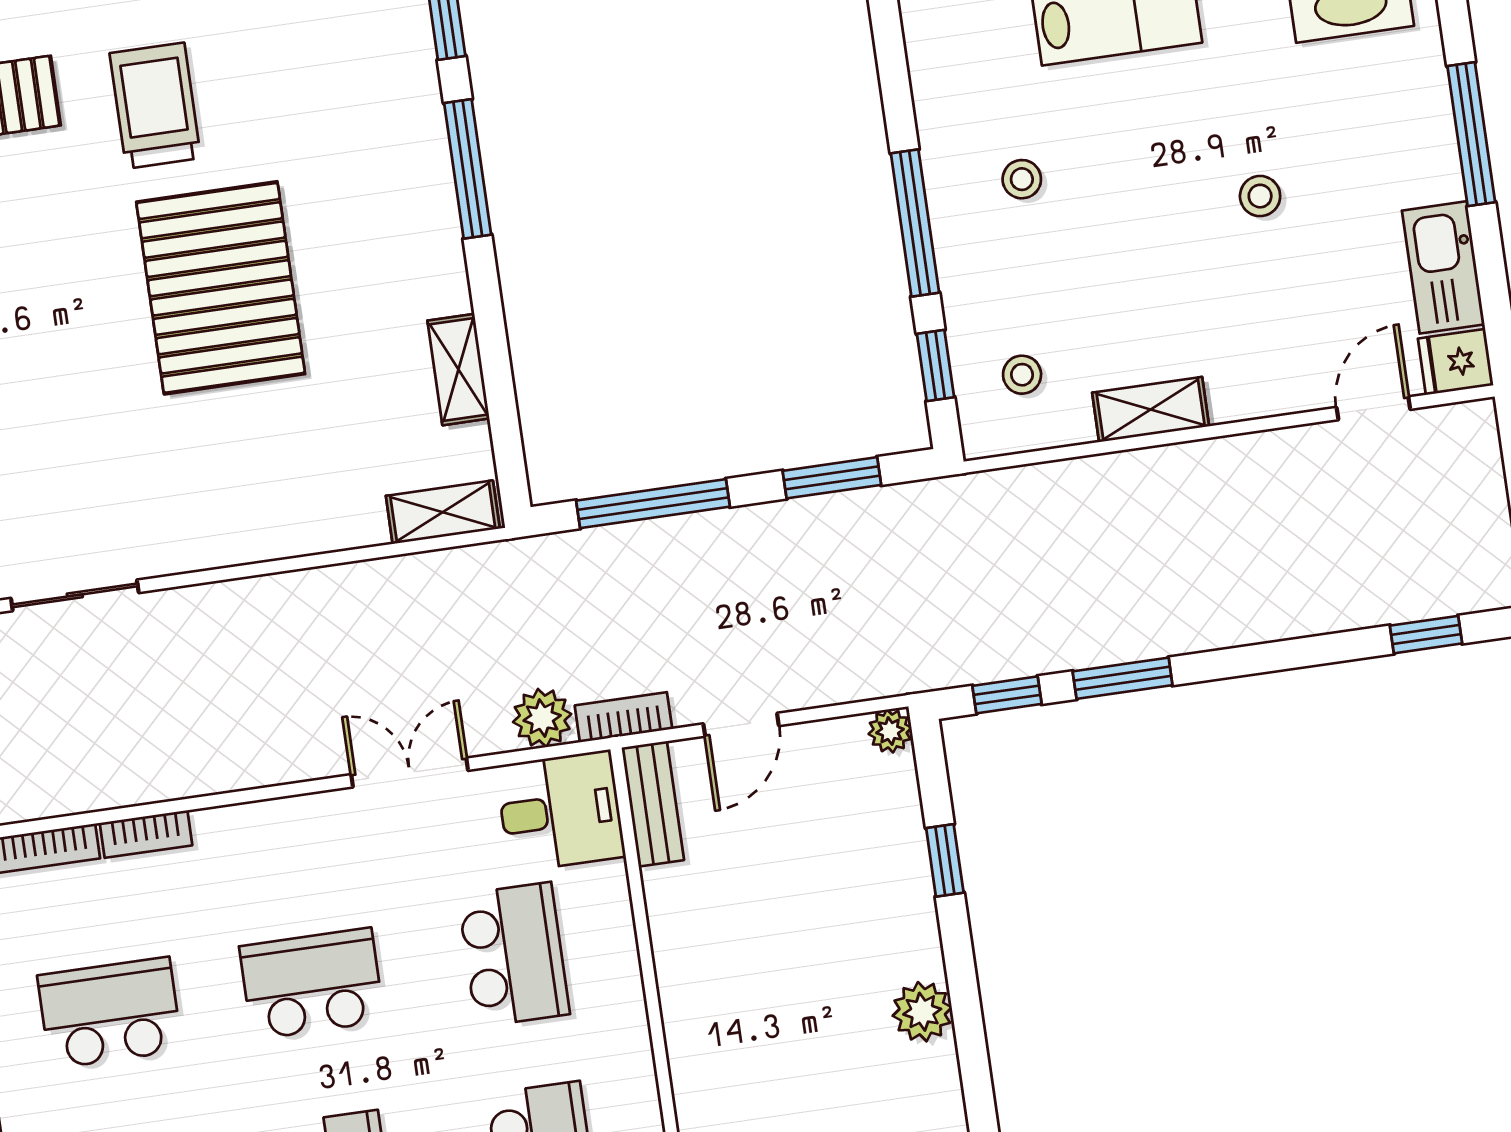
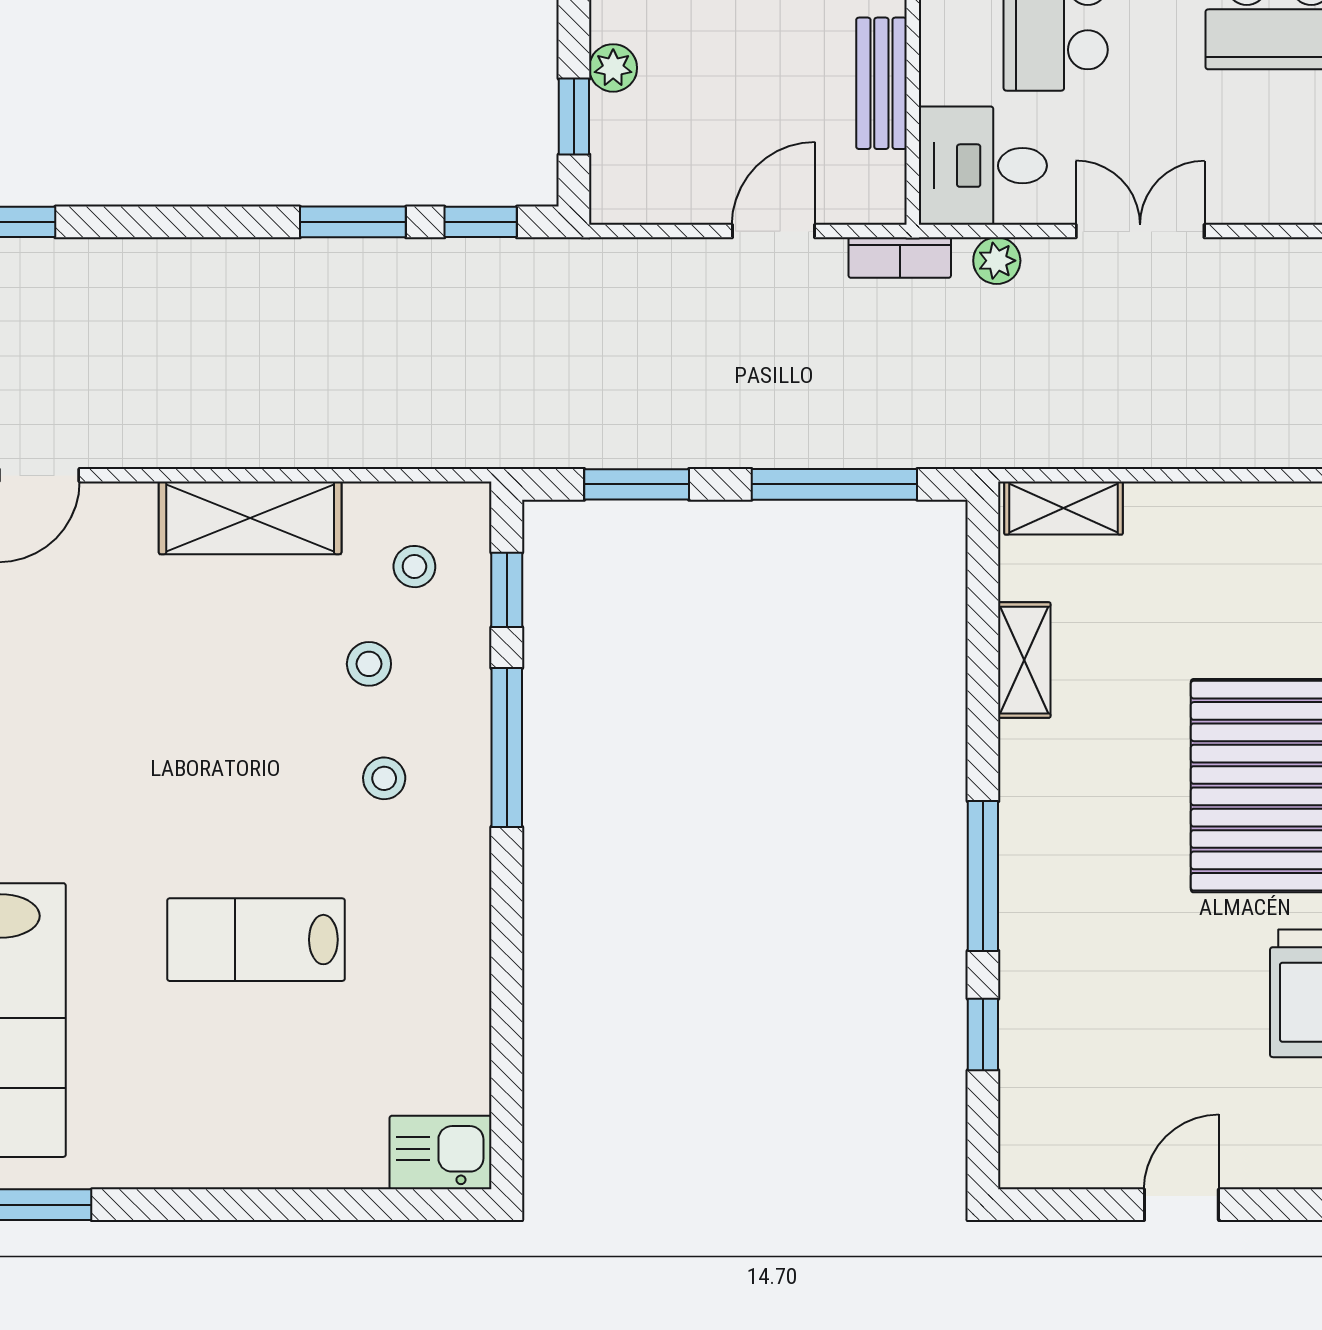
stool: (1260, 196) -> (369, 664), moved
shelving: (1151, 409) -> (250, 518), width x1.50, depth x1.33
plant: (542, 718) -> (997, 261), width x0.73, depth x0.73
plant: (890, 731) -> (613, 68), moved
double door: (410, 773) -> (1140, 231), swing flipped
bench: (653, 804) -> (881, 83), moved
window: (945, 860) -> (574, 117), moved

